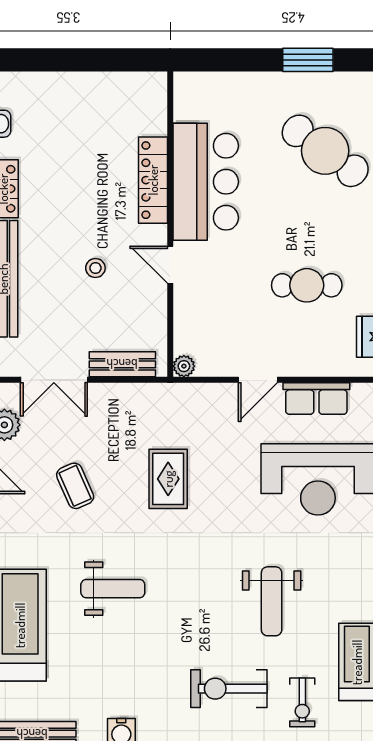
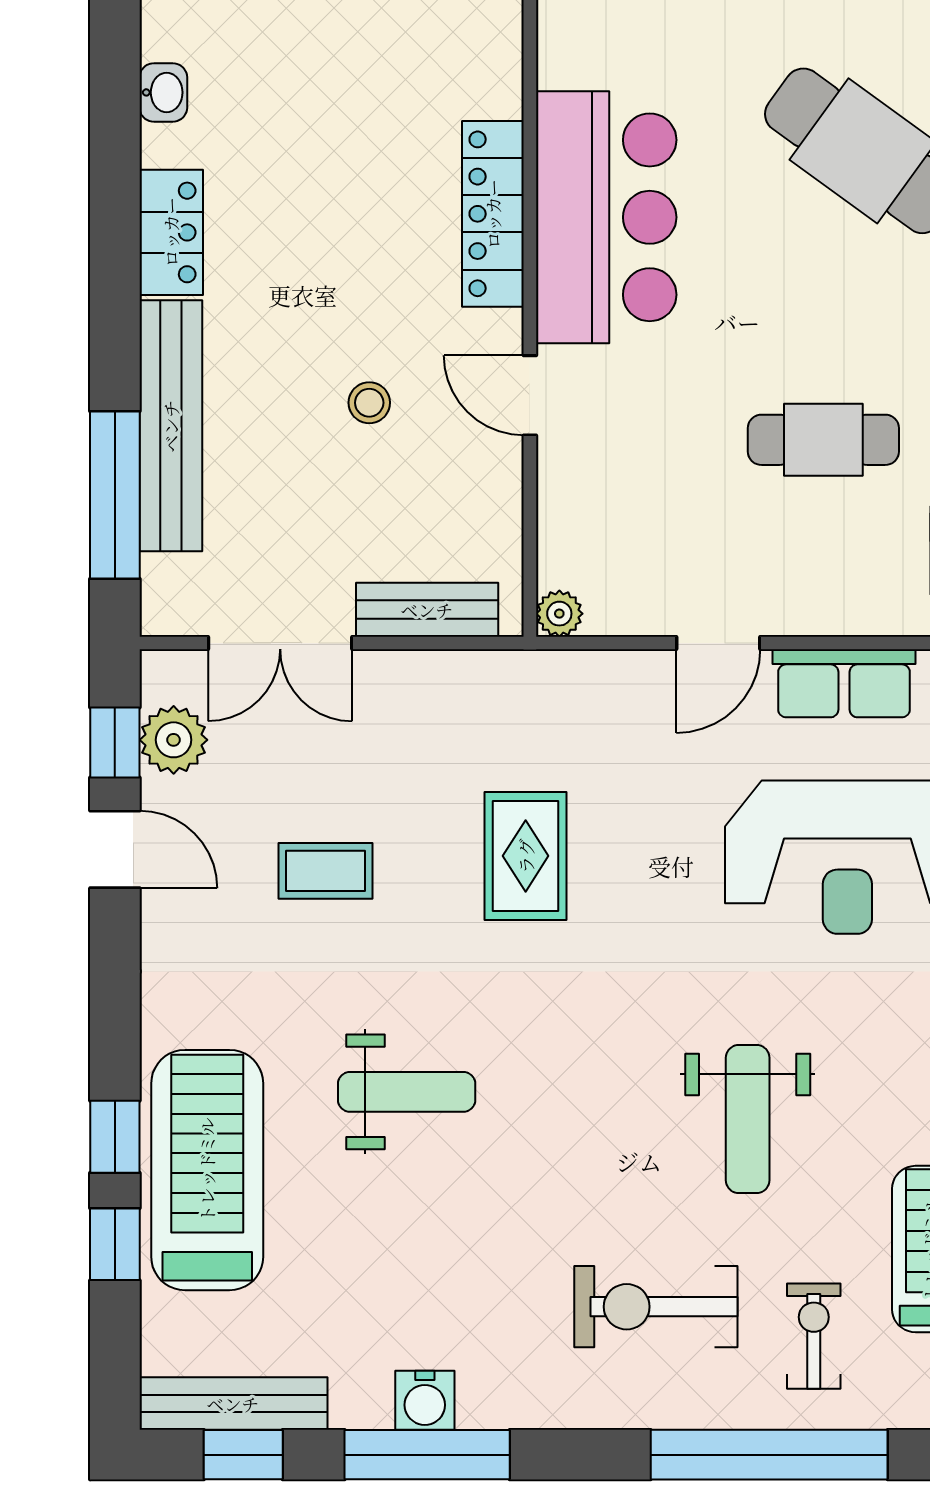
coffee table: (75, 486) -> (326, 871), turned -66
exercise bike: (302, 702) -> (814, 1336), turned 180

